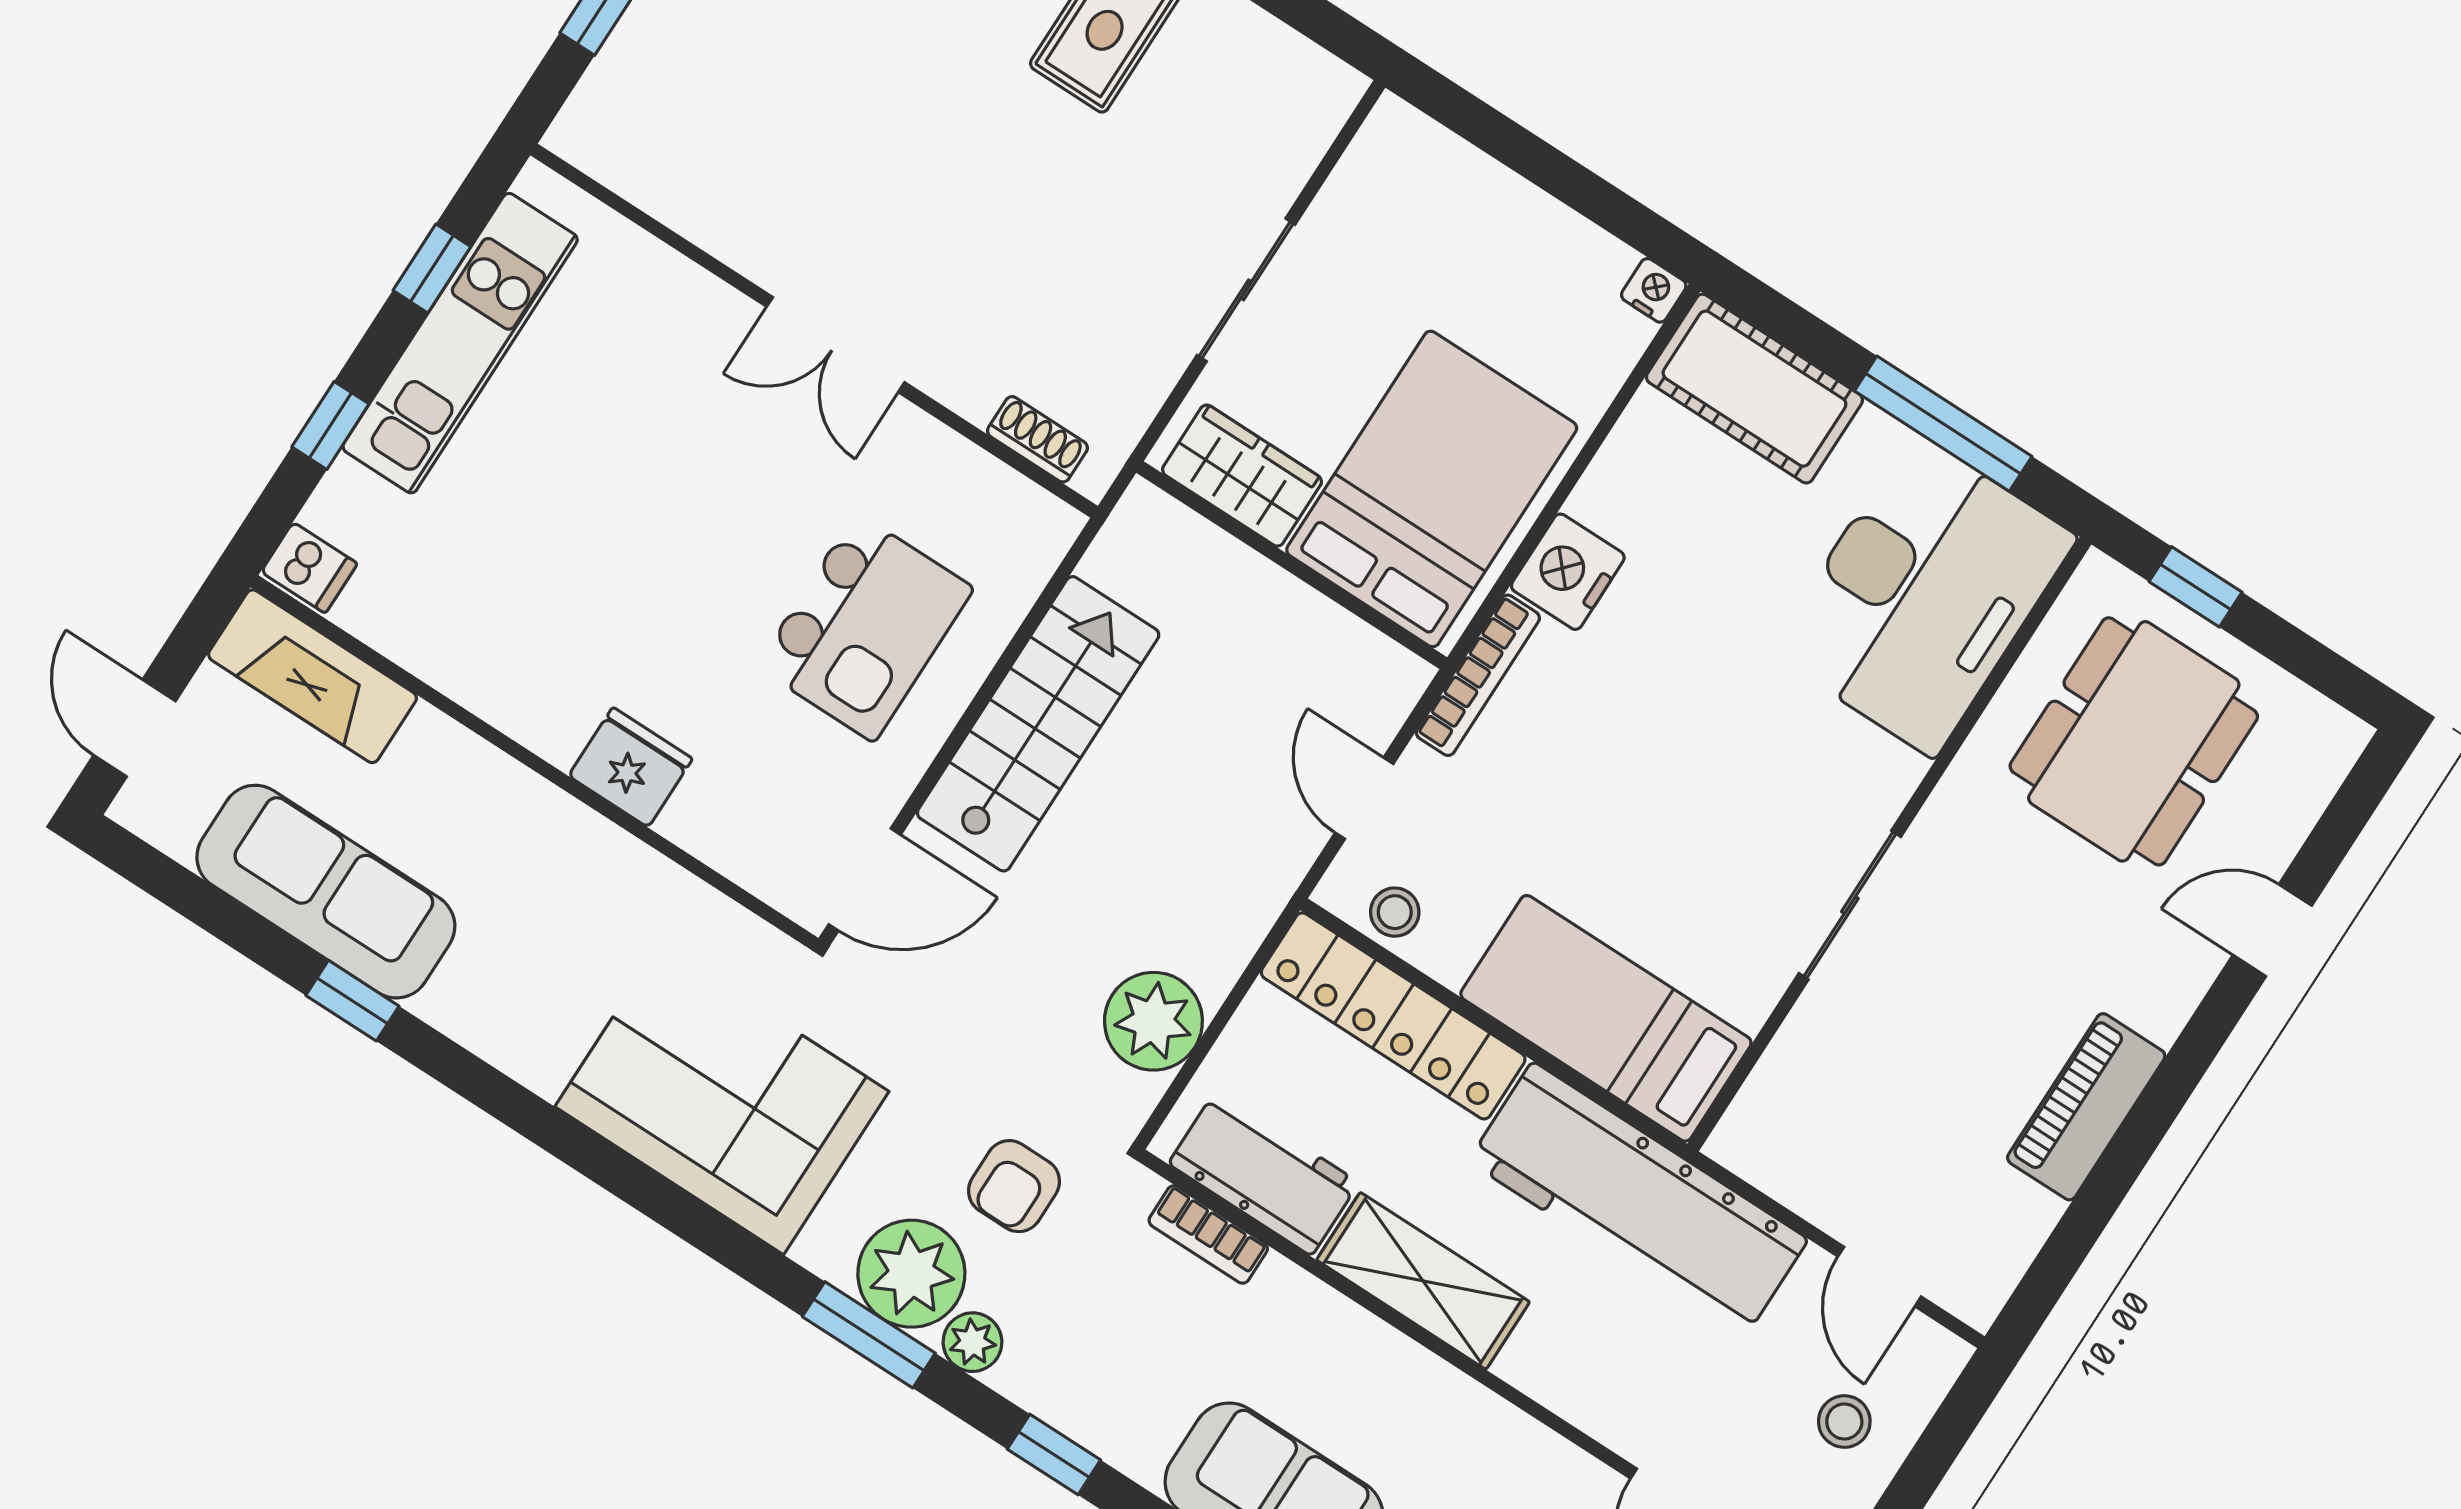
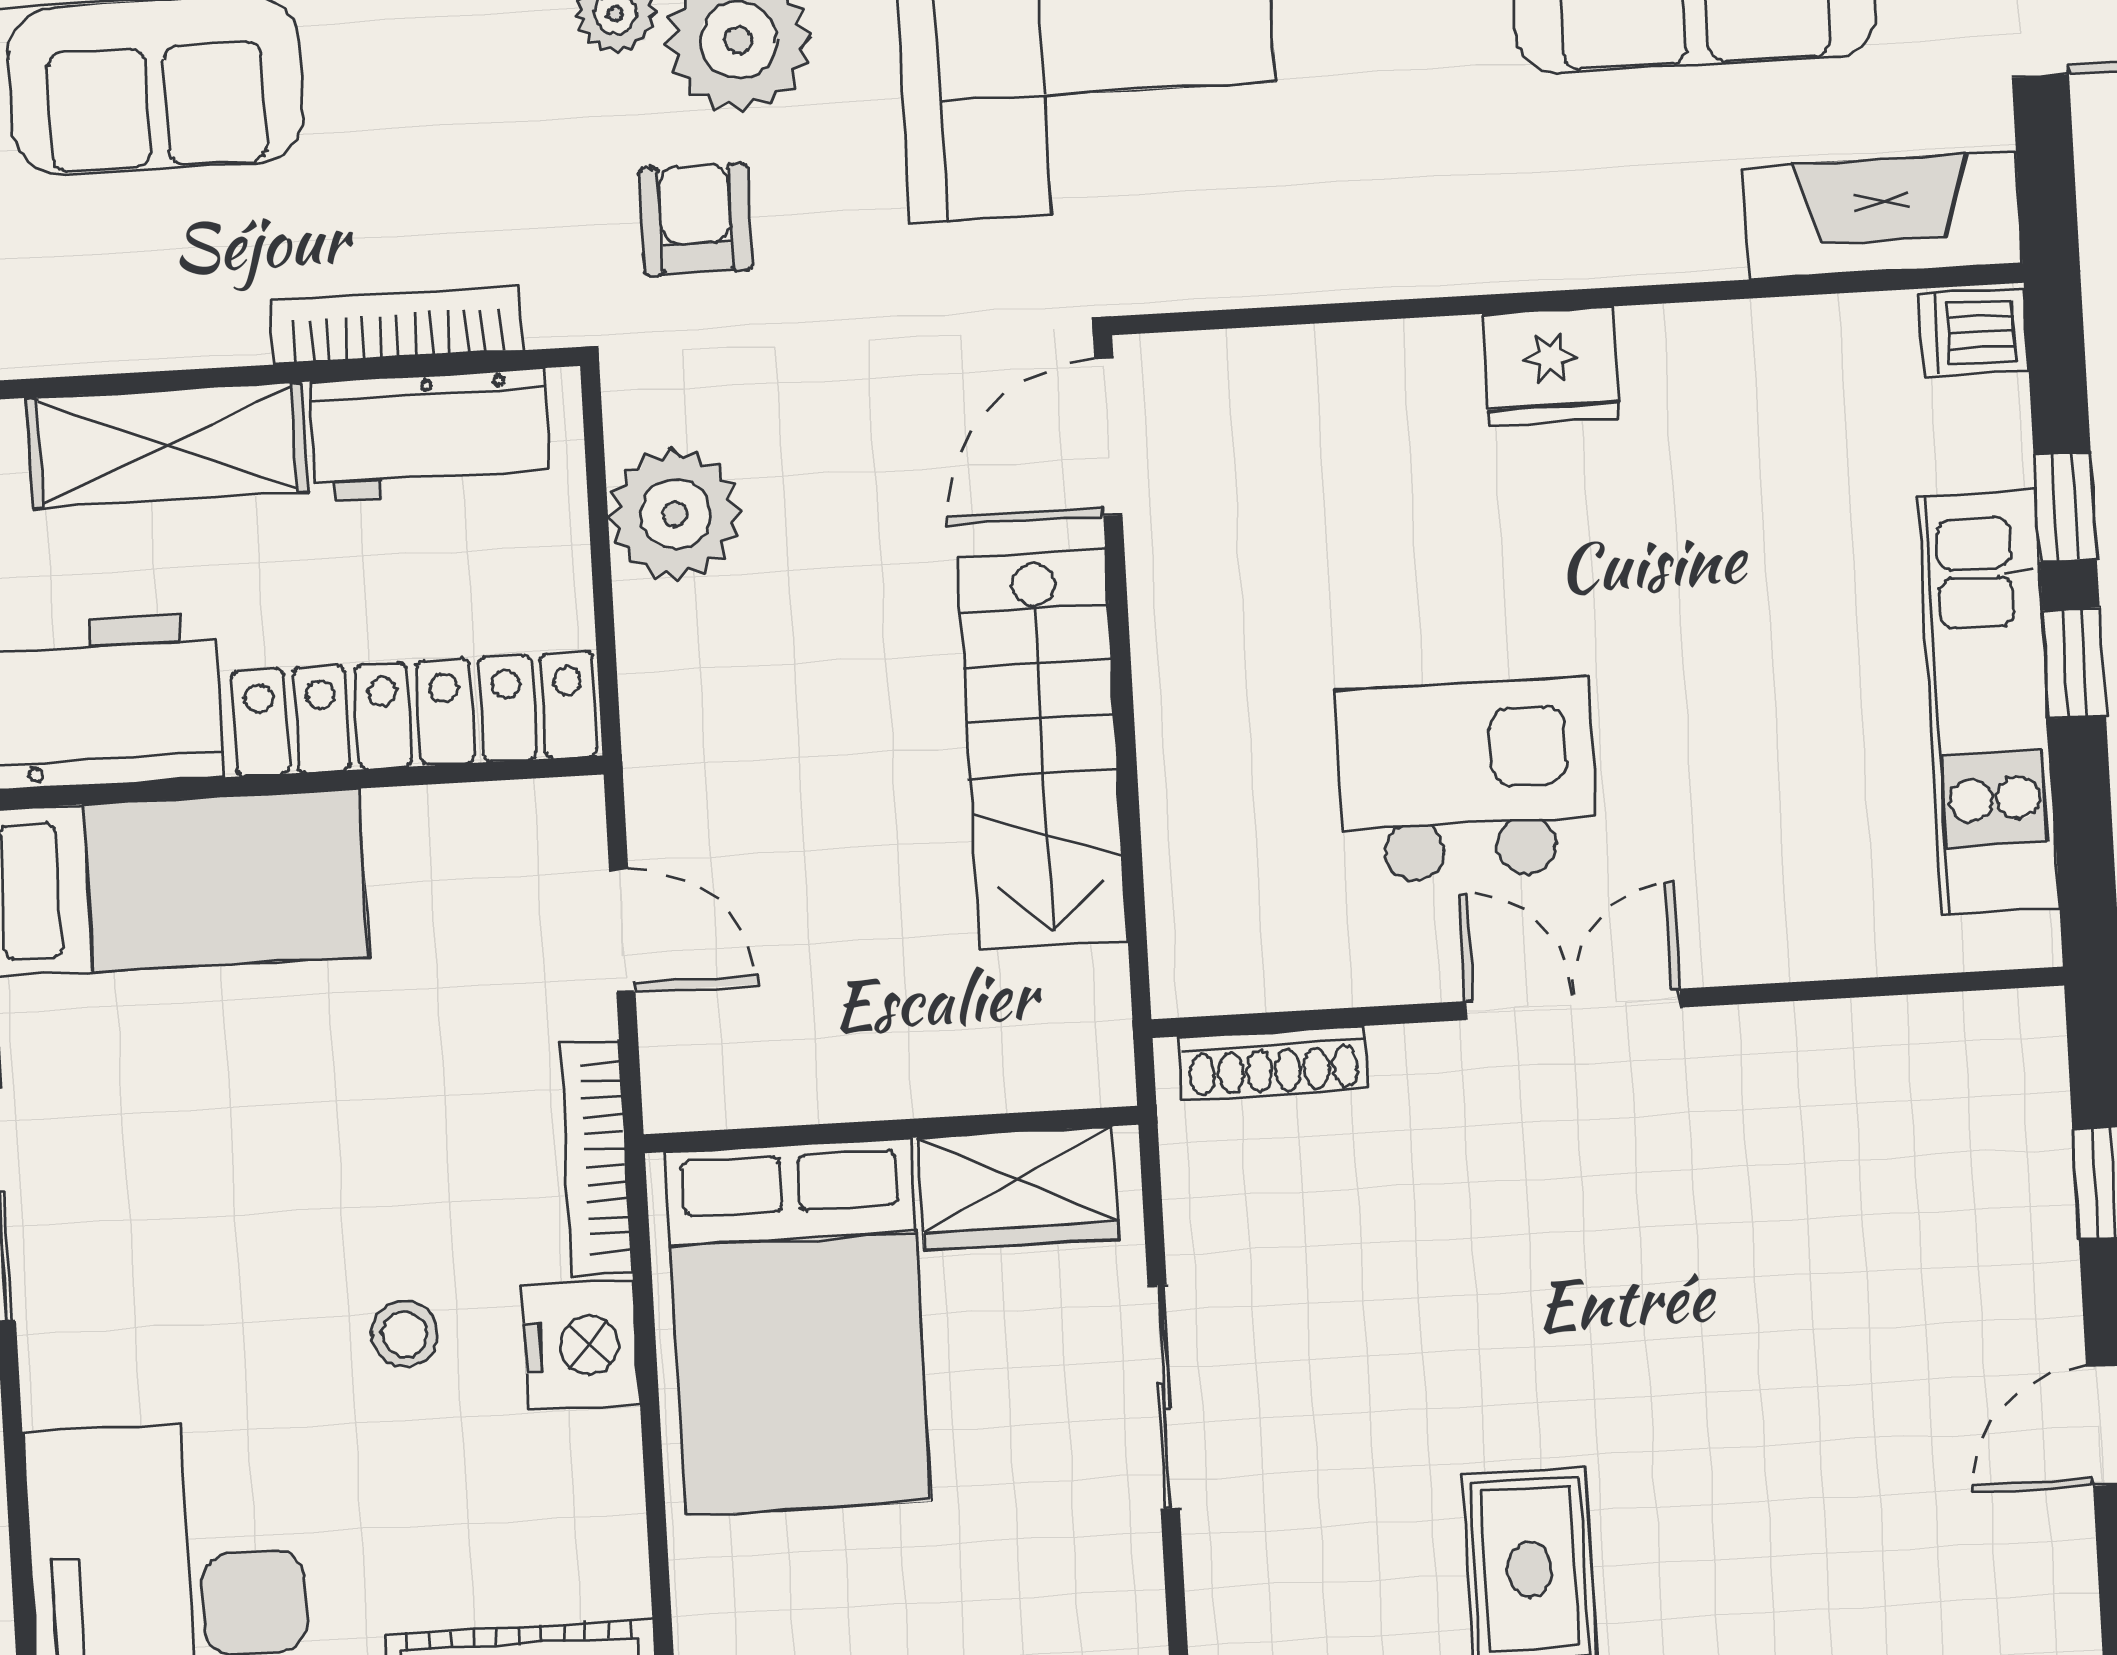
window: (432, 269) -> (2074, 663), moved
shoe rack: (1037, 439) -> (1273, 1063), width x1.43
kitchen island: (865, 627) -> (1467, 780), moved, turned 90
fridge: (631, 767) -> (1550, 367), moved
stool: (1395, 912) -> (404, 1334), moved
bookcase: (1208, 1235) -> (397, 325), width x1.56

